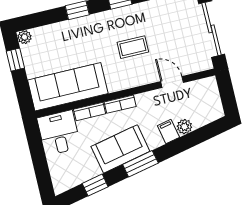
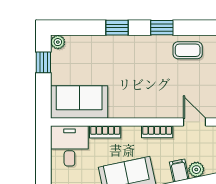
coffee table: (133, 47) -> (188, 50), moved
sofa: (68, 87) -> (79, 102), width x0.73
bookcase: (120, 104) -> (157, 132), moved

